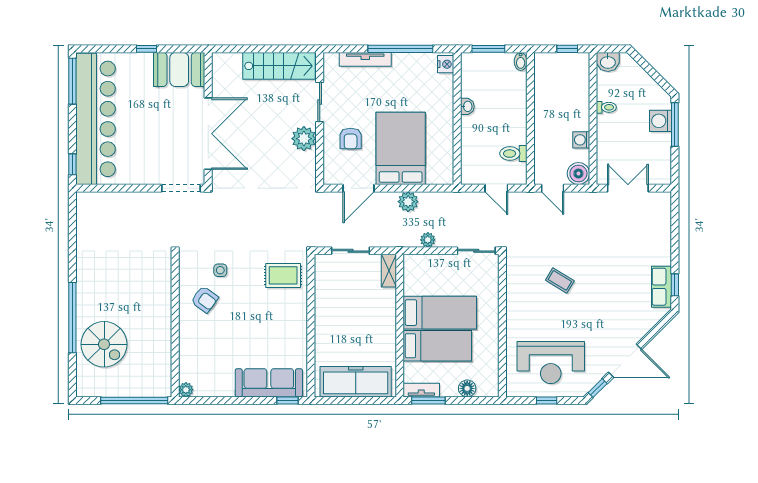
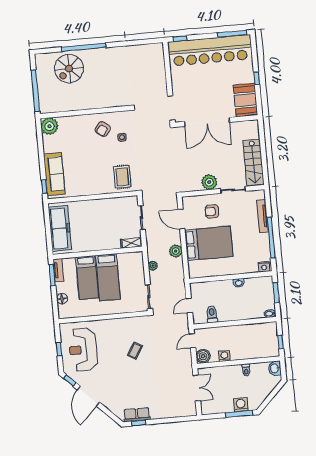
plant: (186, 390) -> (50, 126), width x1.87, depth x1.87

